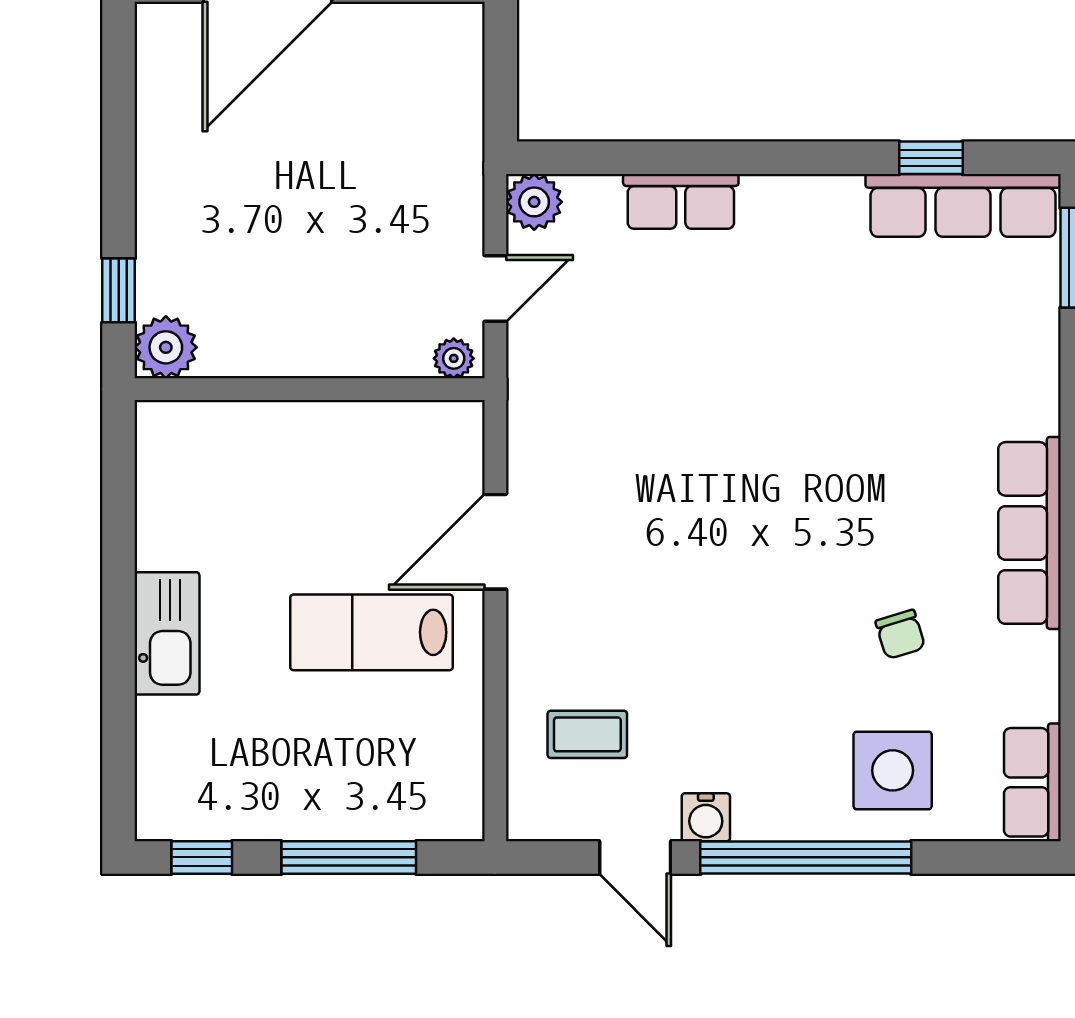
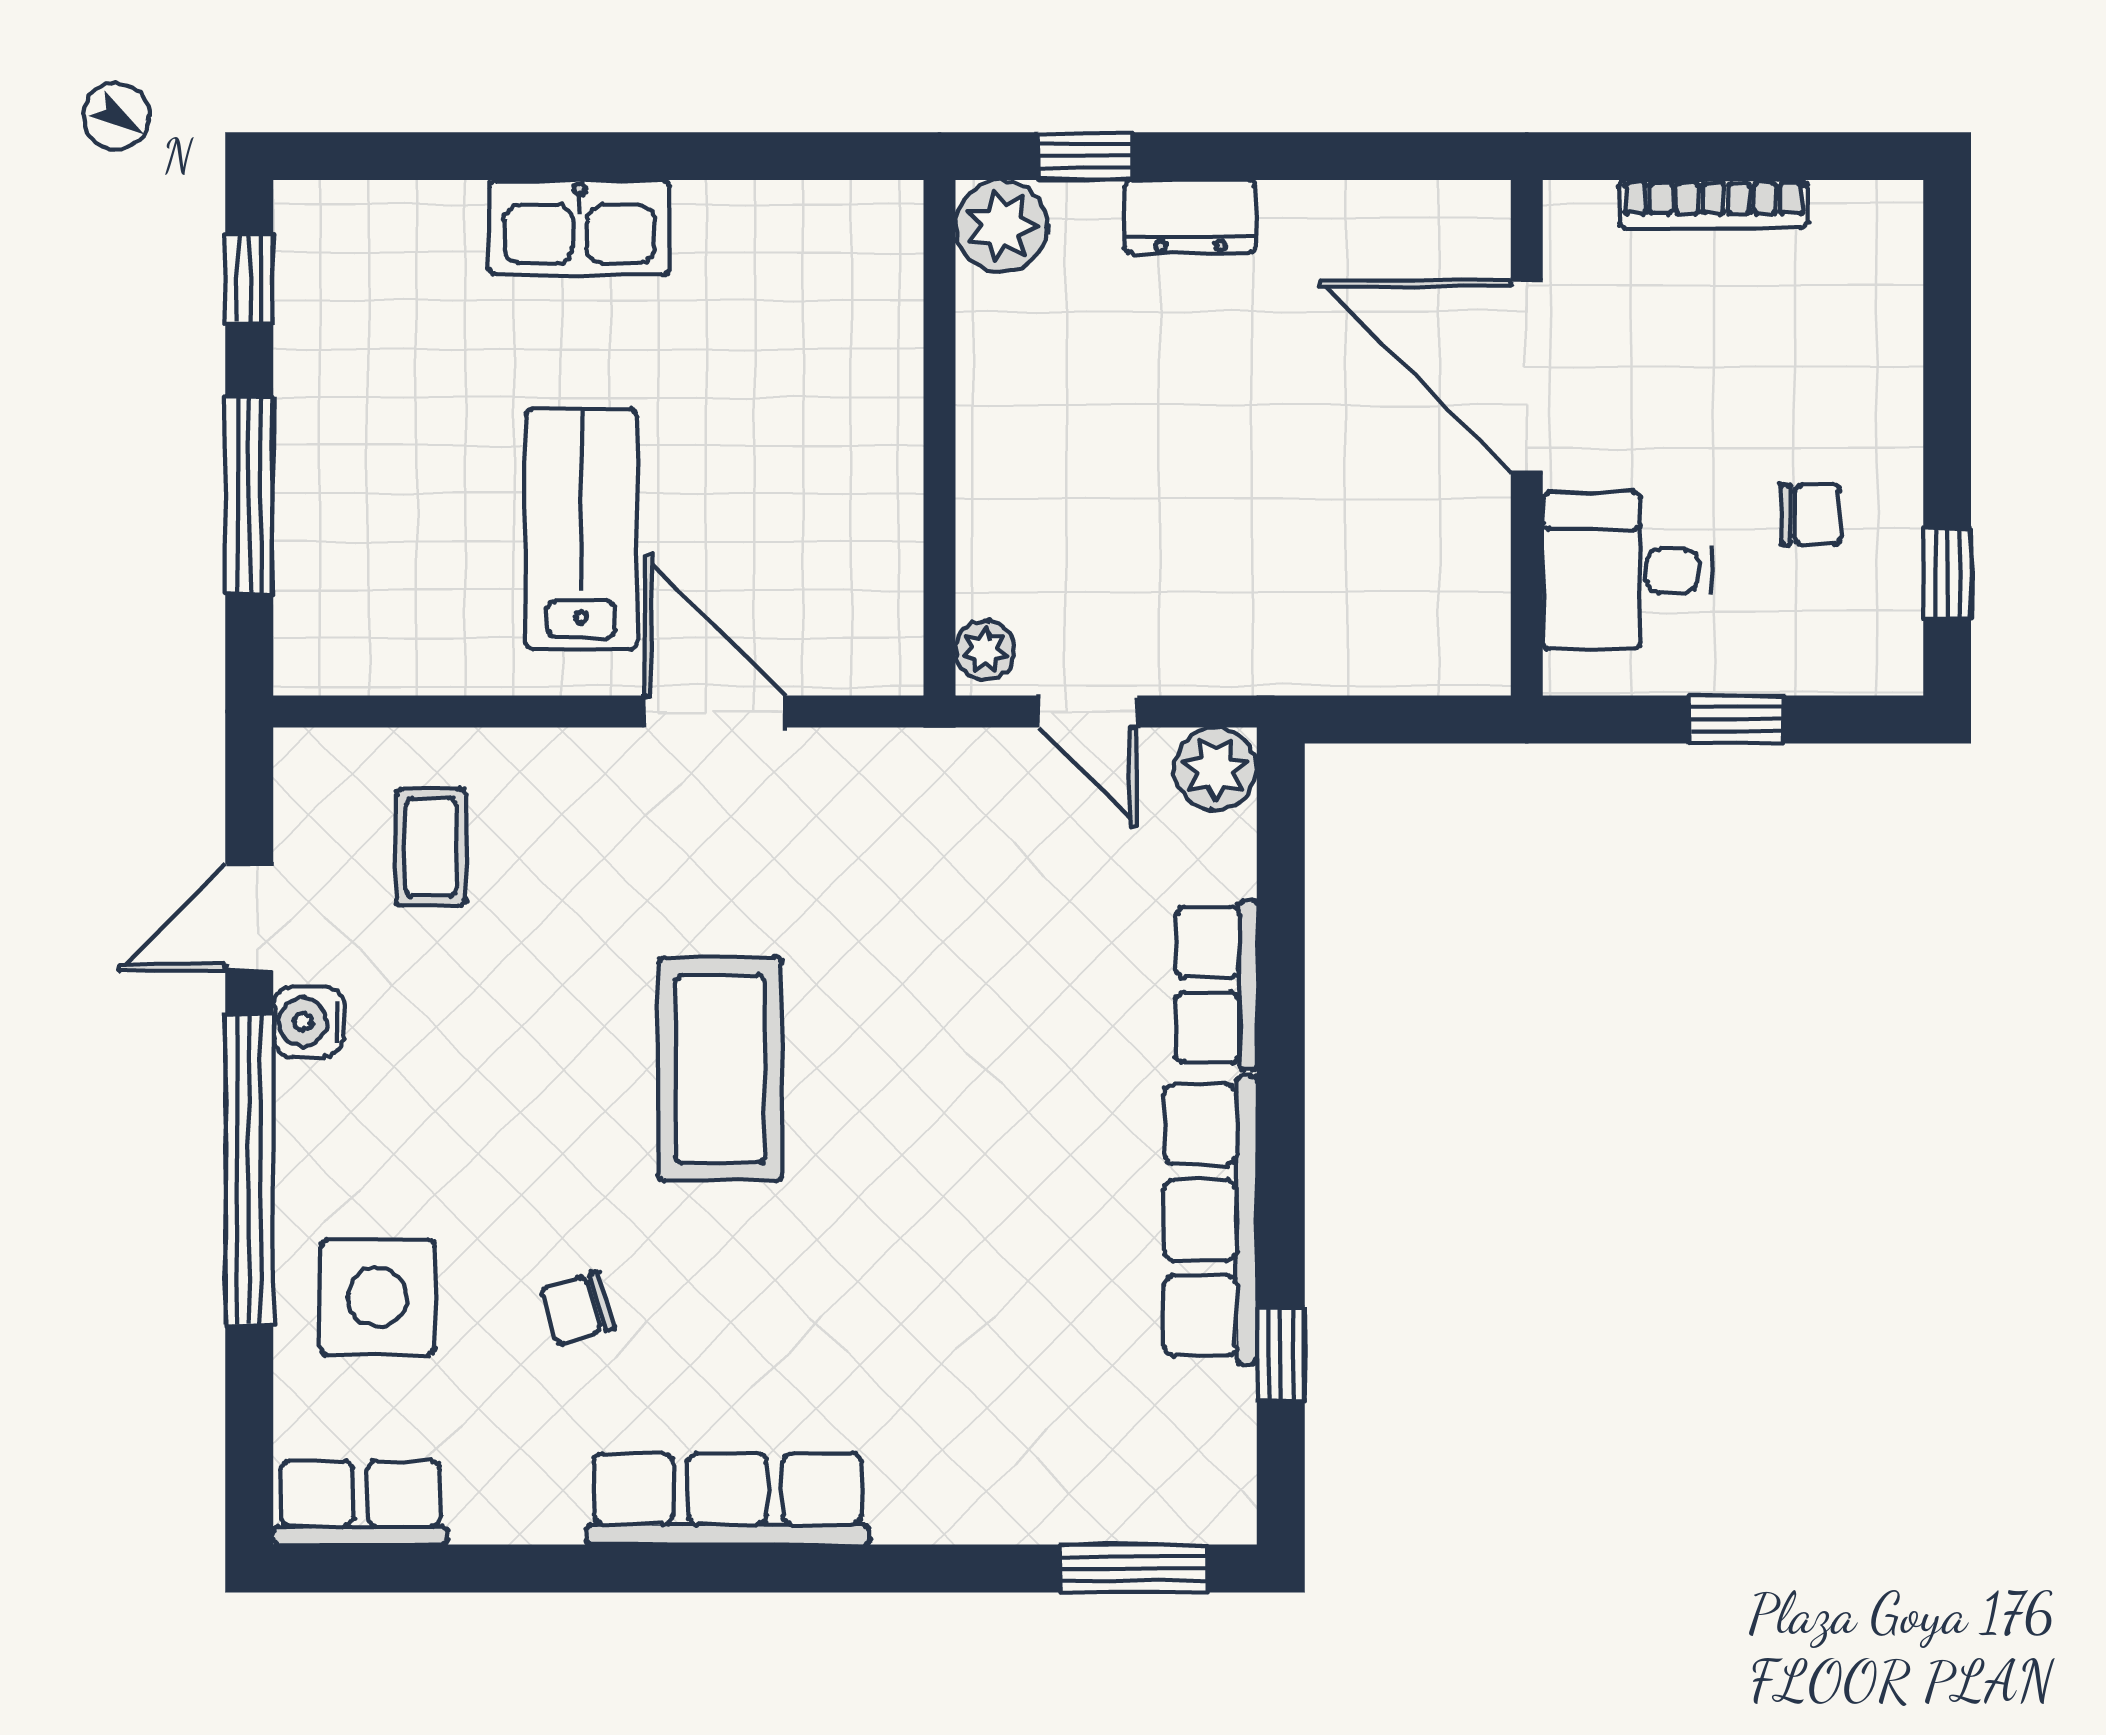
row of seats: (963, 205) -> (1210, 1220), moved
dresser: (160, 219) -> (1191, 217), added
coffee table: (738, 538) -> (720, 1069), added

